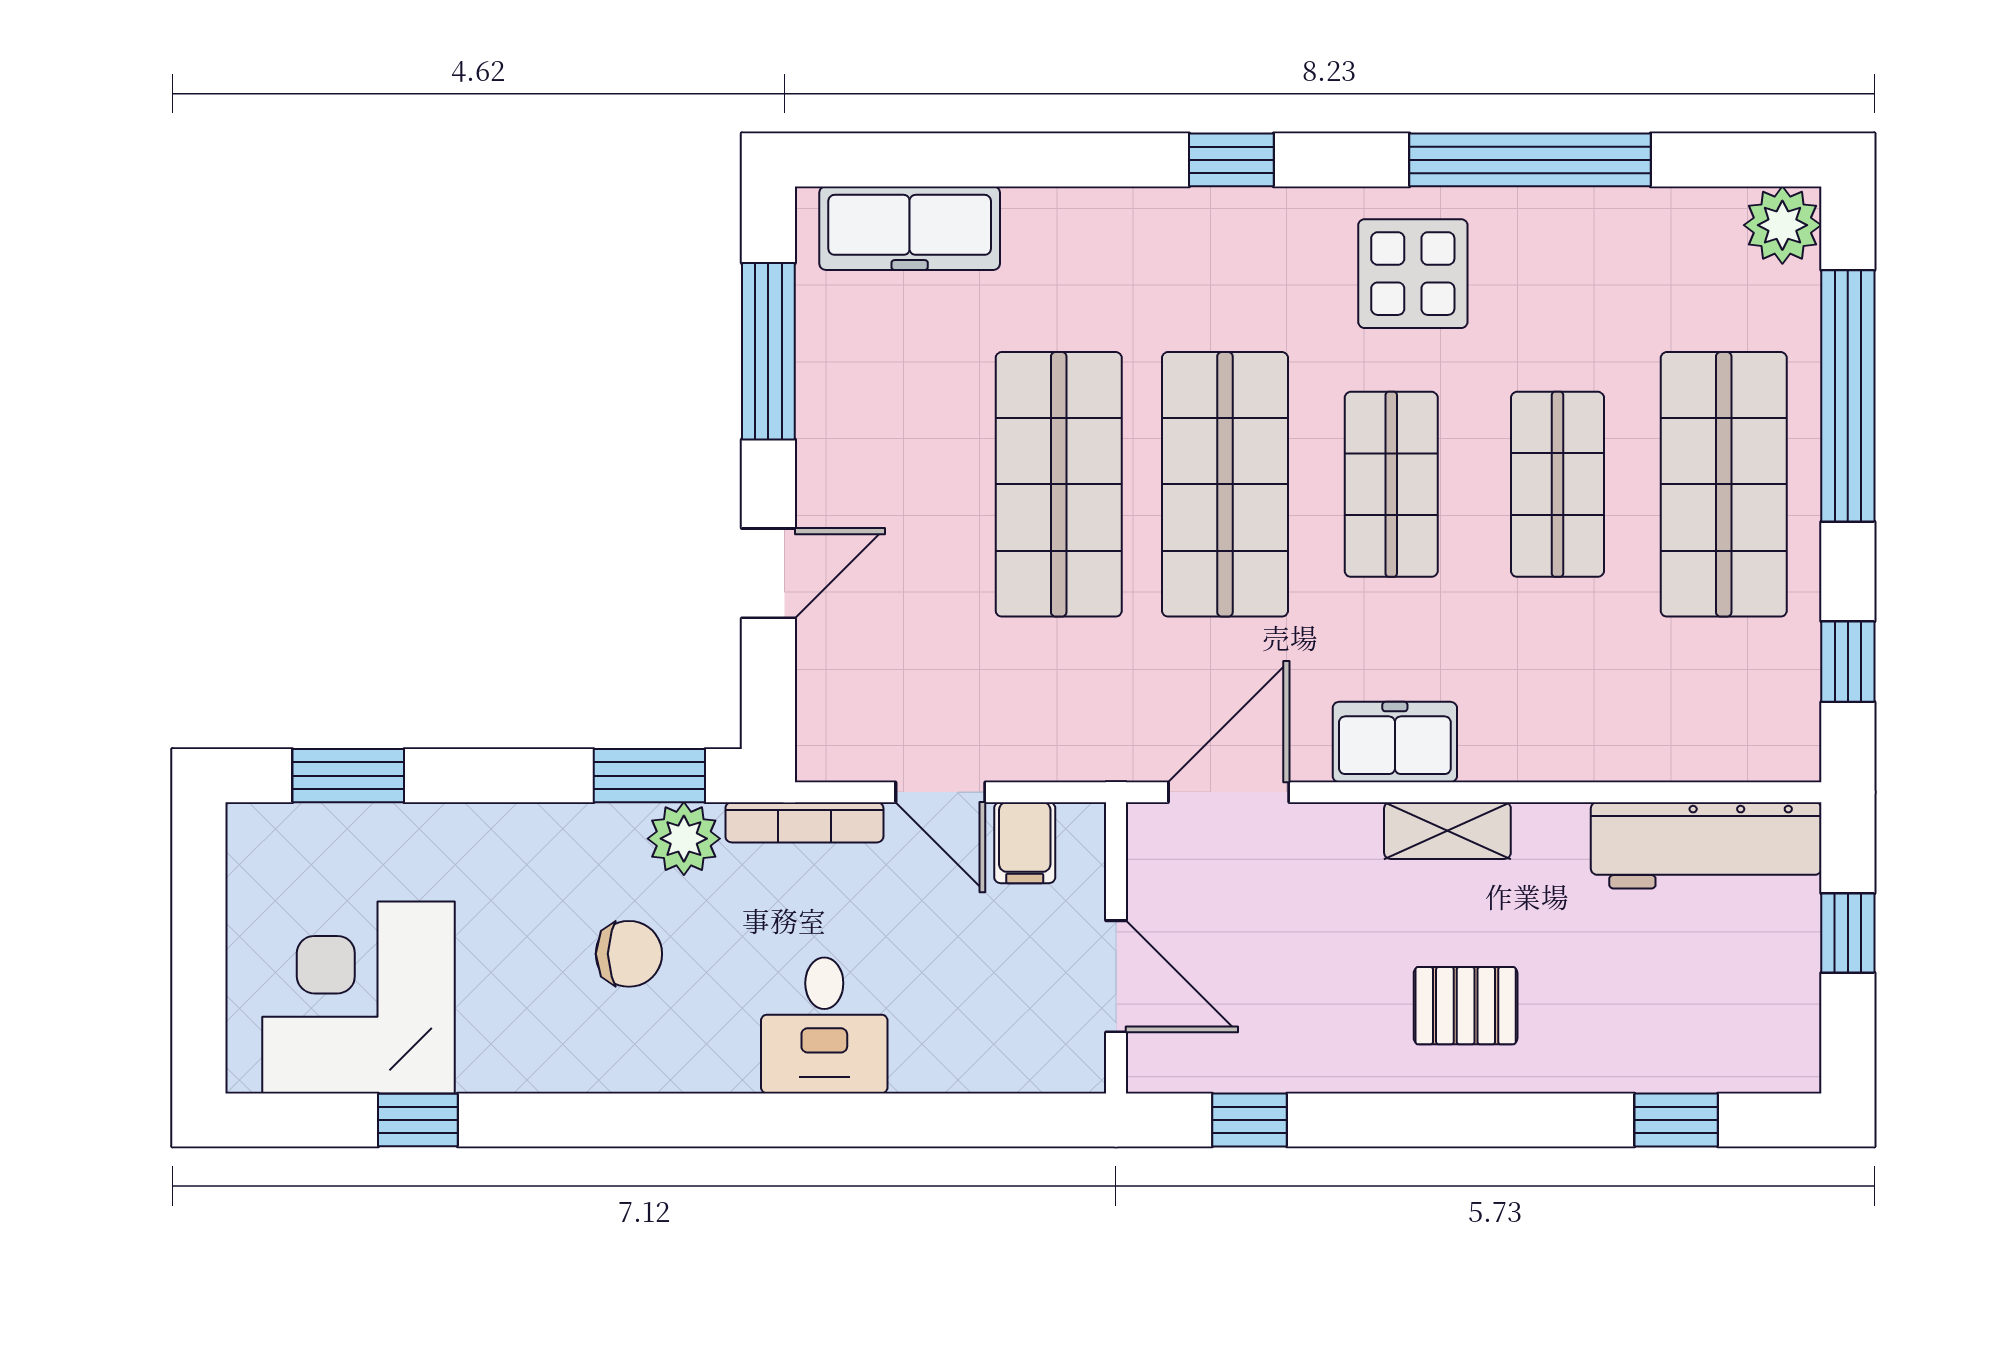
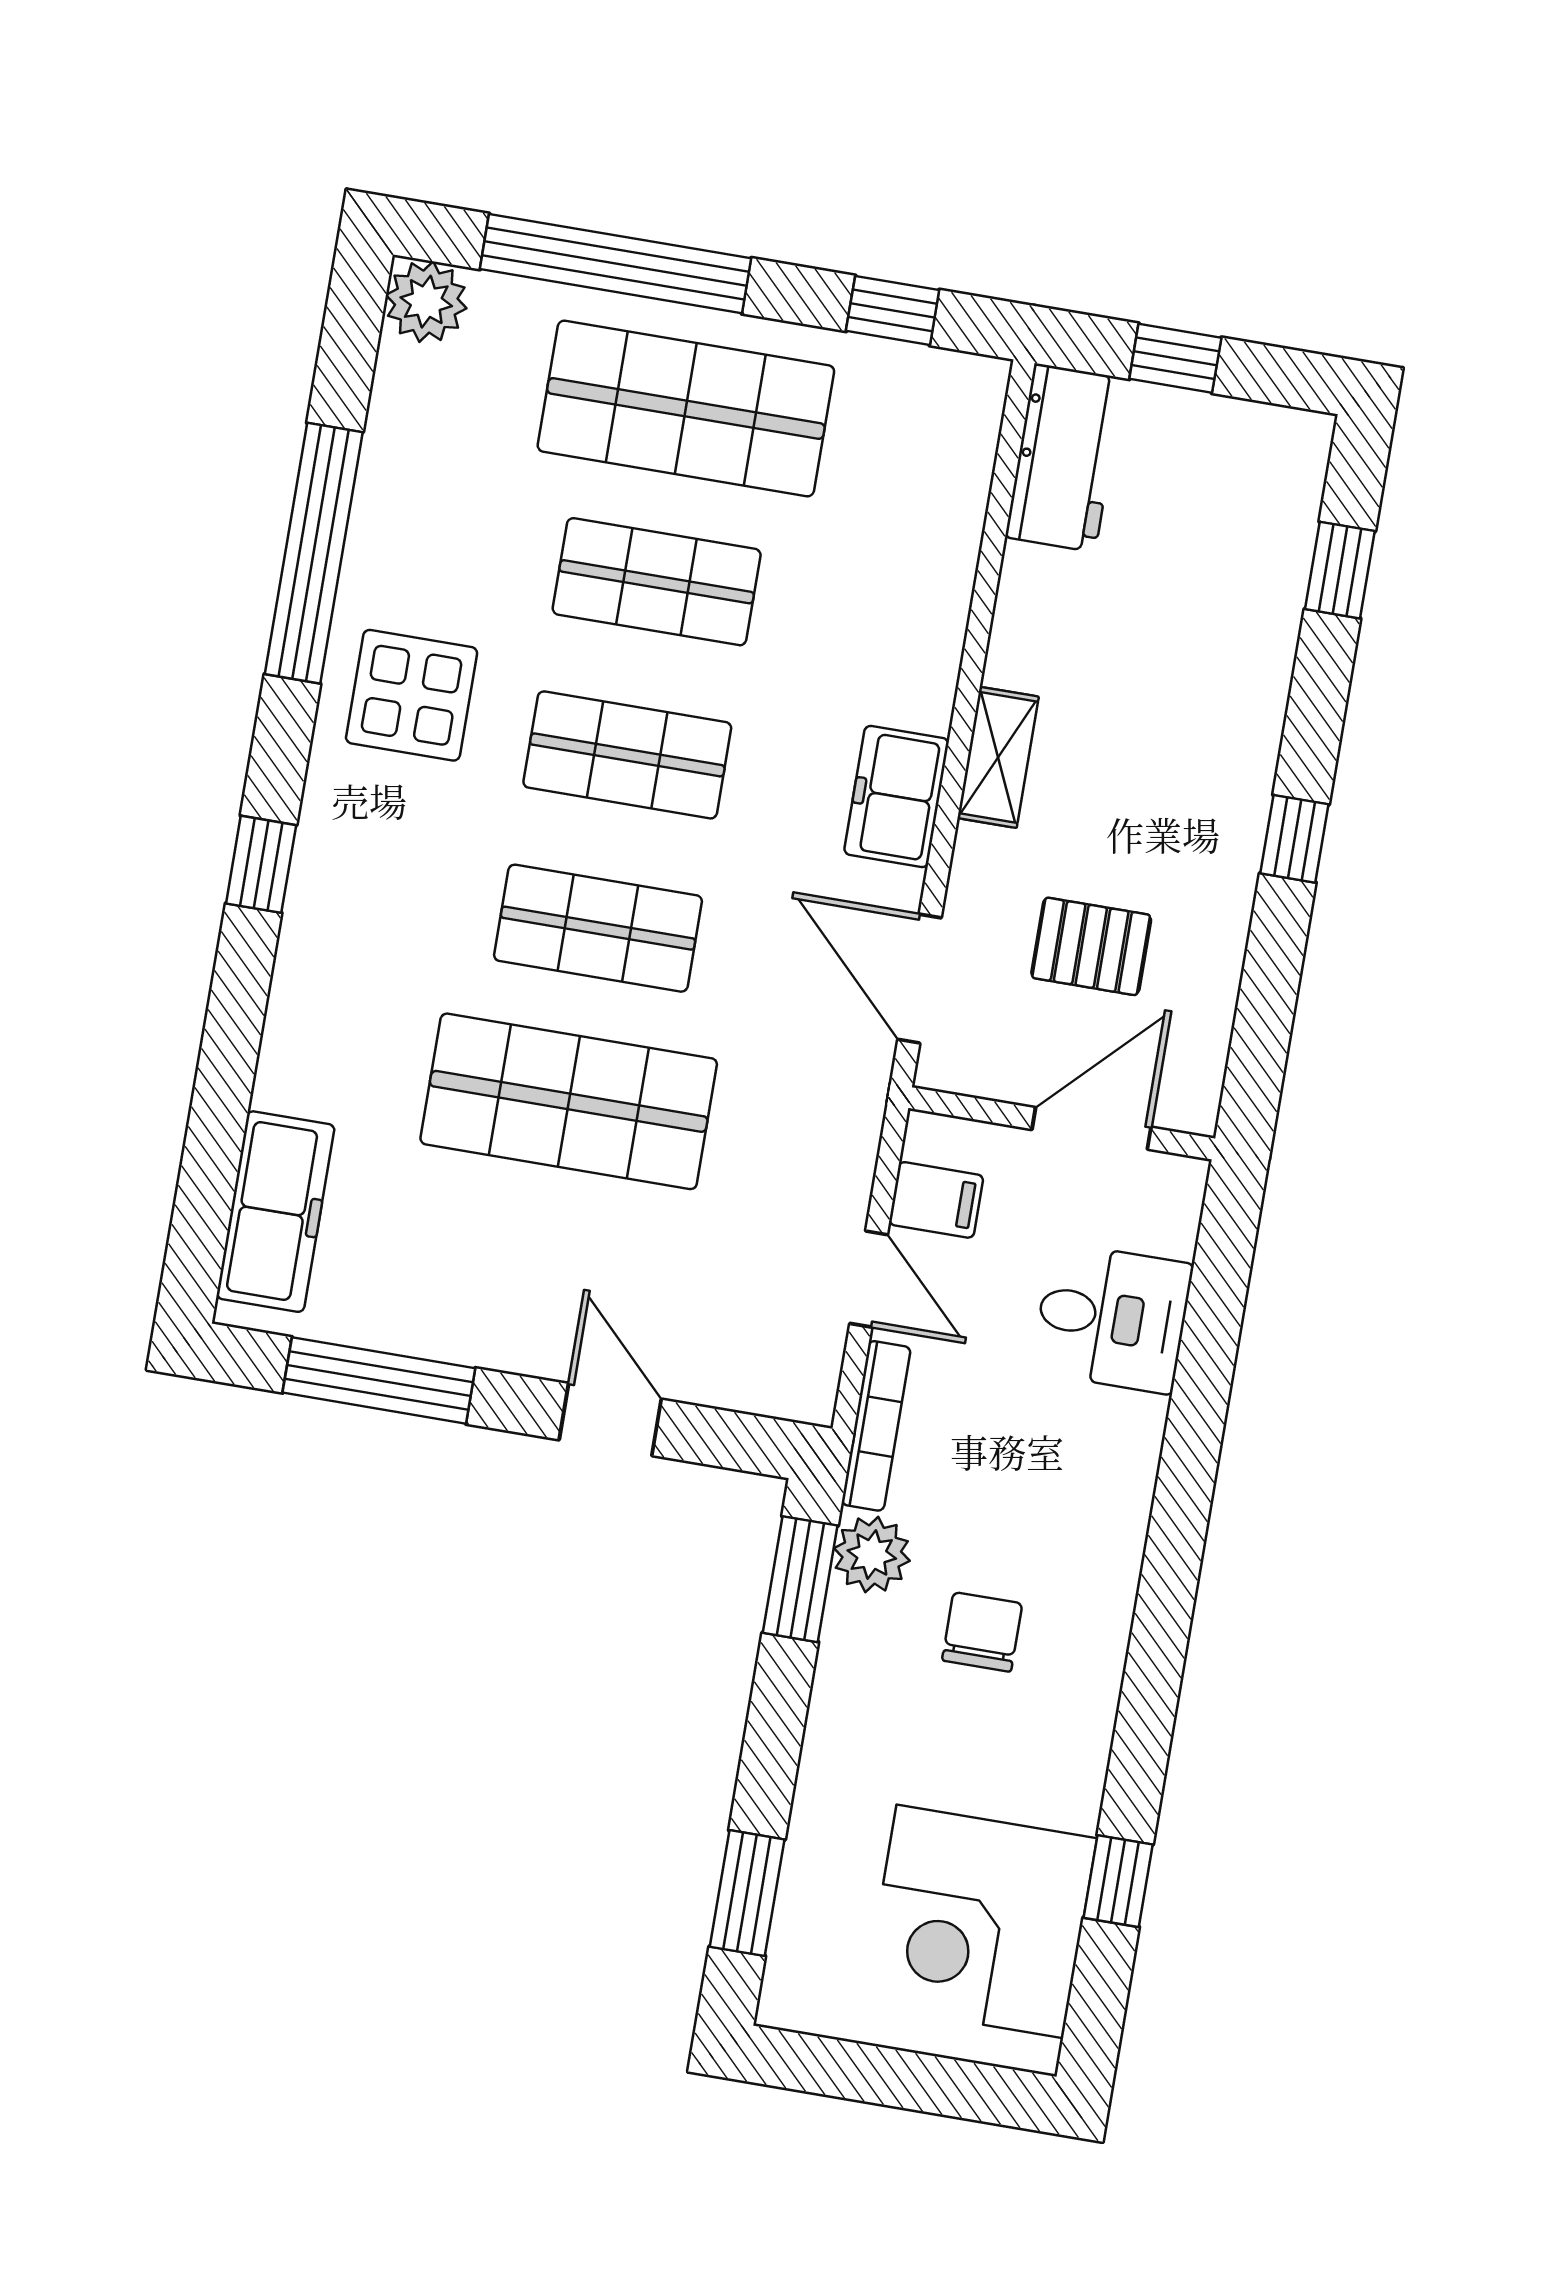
shop shelf: (1225, 484) -> (598, 928), width x0.70, depth x0.74
door: (940, 792) -> (869, 1279), hinge flipped
workbench: (1706, 845) -> (1065, 458), width x0.73
pallet: (1466, 1006) -> (1091, 946), moved, turned 90
desk: (824, 1025) -> (1112, 1318), moved
window: (1249, 1120) -> (1294, 839), moved

